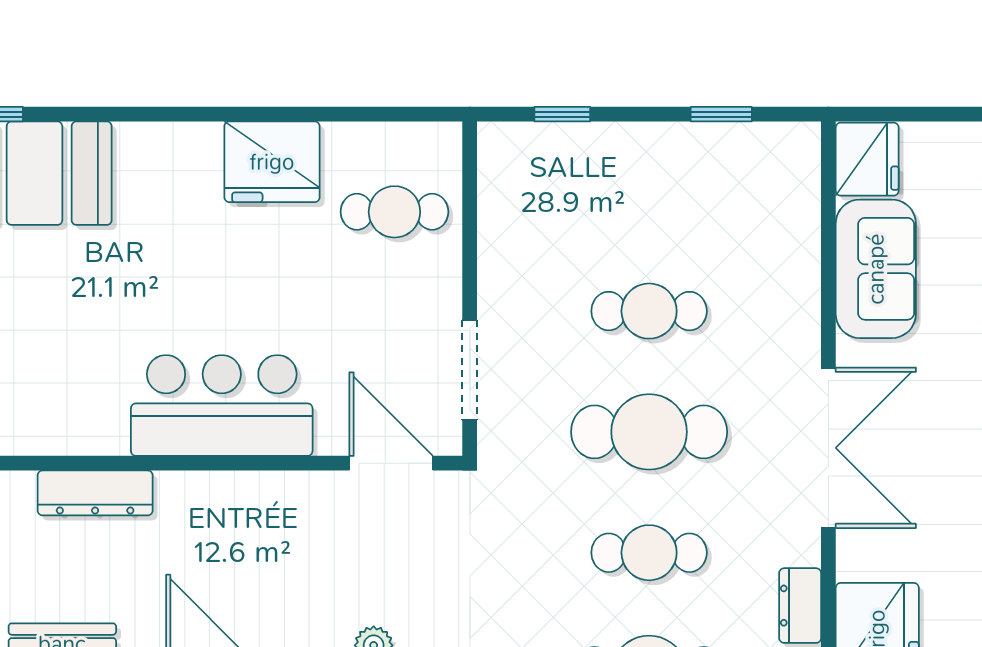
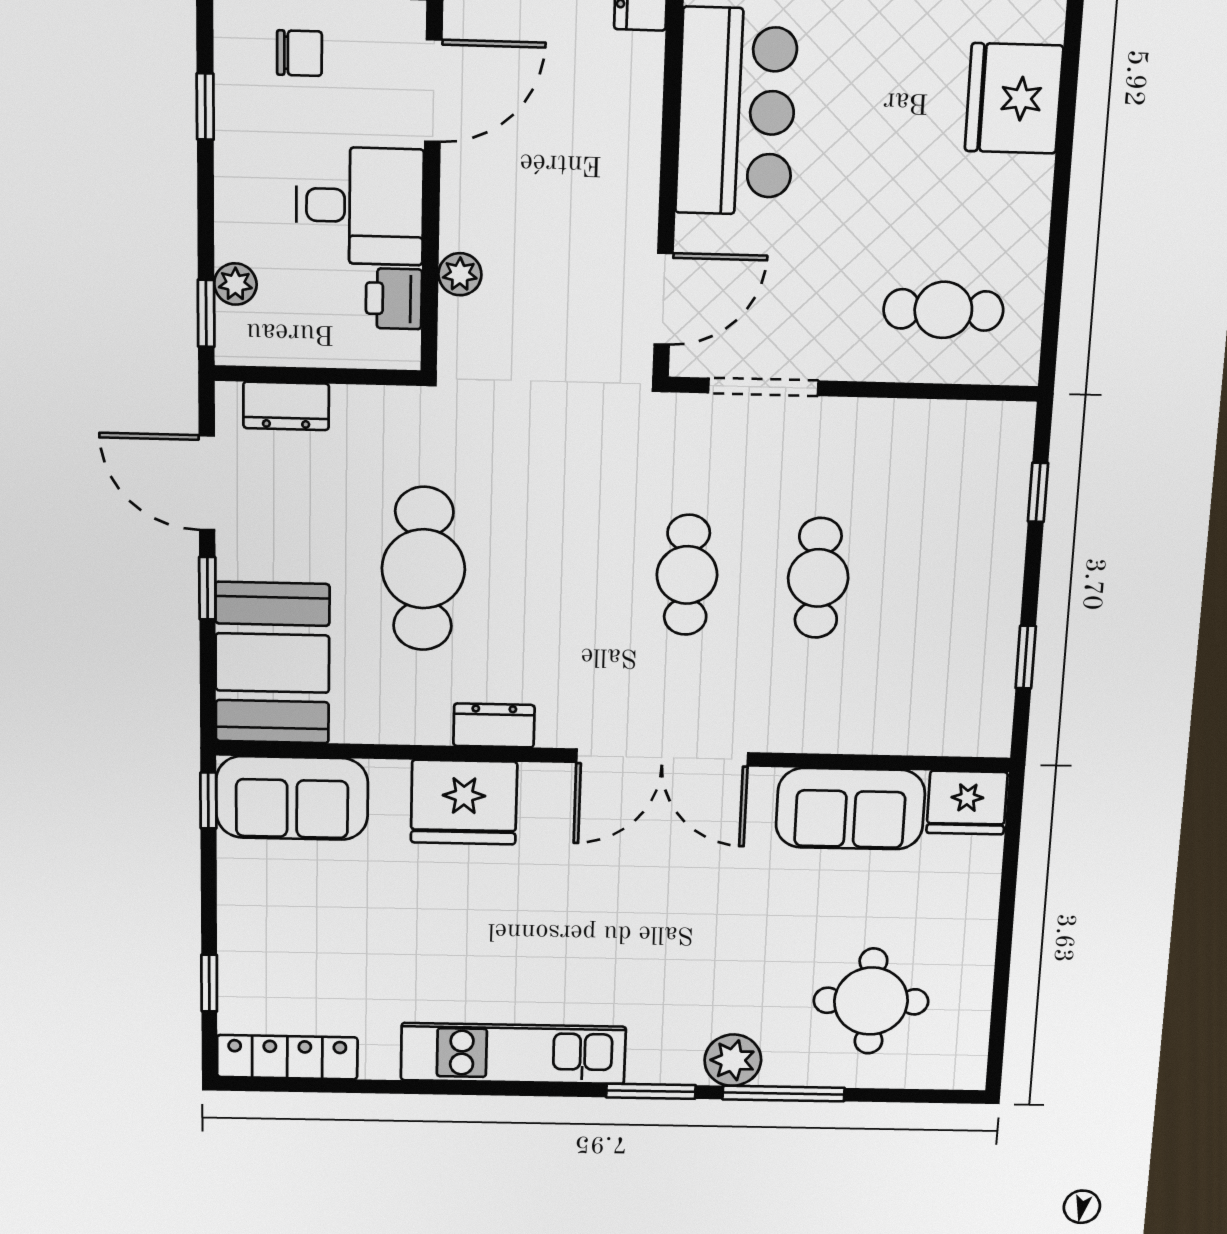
fridge: (272, 162) -> (1014, 98), moved
cafe table: (394, 212) -> (943, 310), turned 90
cafe table: (649, 432) -> (687, 575), width x0.73, depth x0.74
cafe table: (649, 553) -> (555, 572), removed

